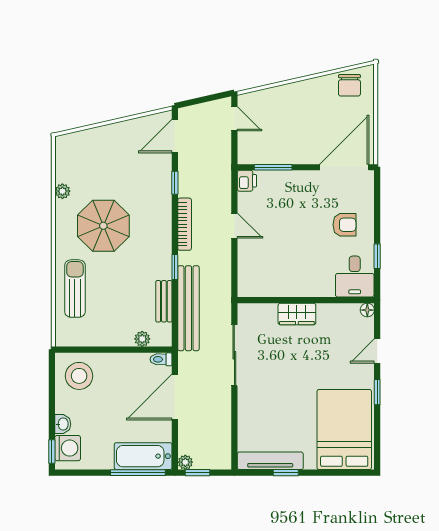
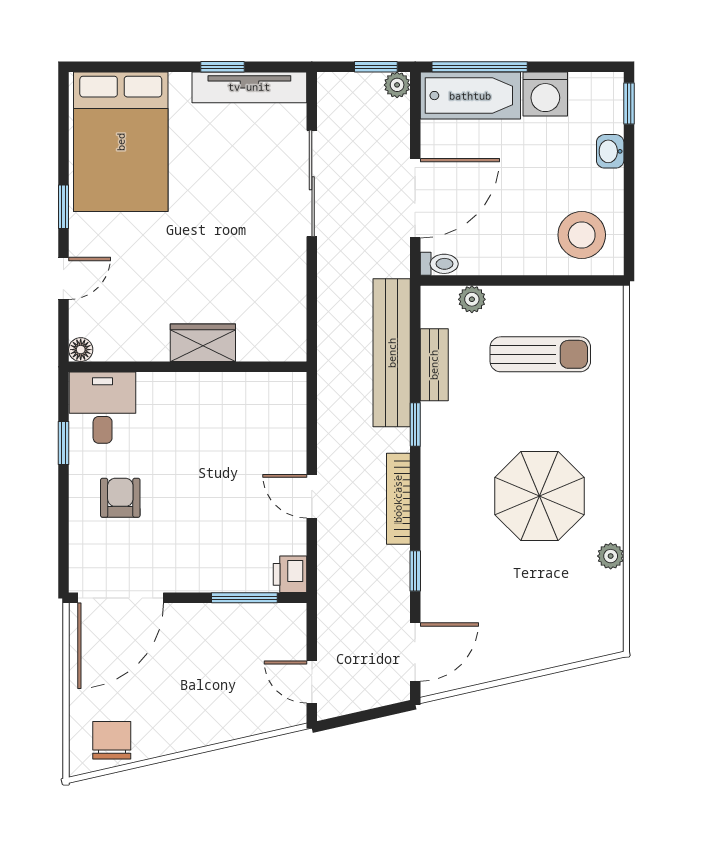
armchair: (344, 225) -> (120, 498), turned 90
sun lounger: (75, 289) -> (540, 354), moved, turned -90
sliding door: (234, 355) -> (312, 183), moved
washing machine: (68, 448) -> (545, 94), moved, turned -90

